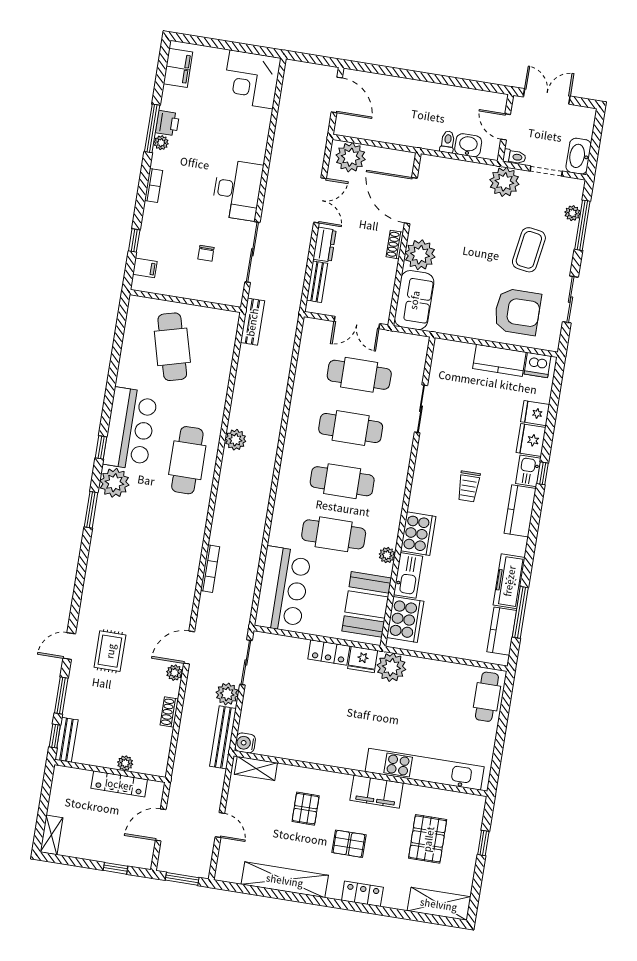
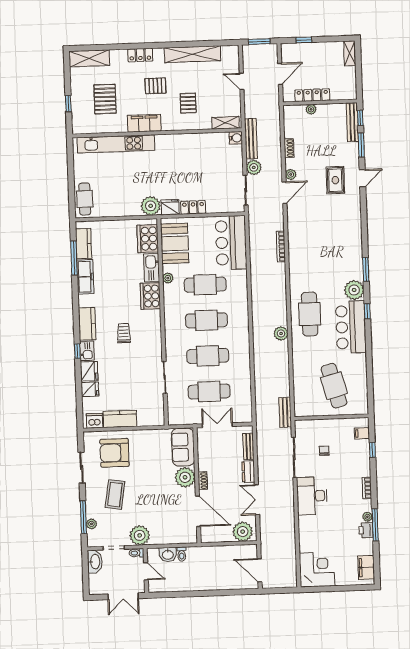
bench: (66, 740) -> (352, 122), width x1.36

